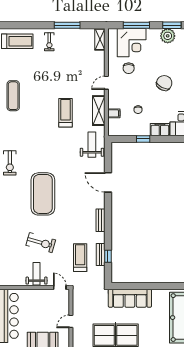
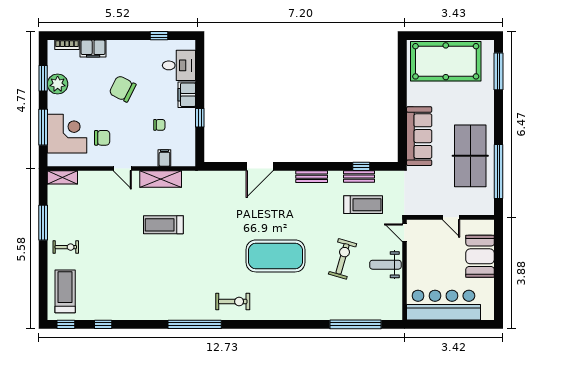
exercise mat: (13, 96) -> (140, 297), removed
weight bench: (92, 145) -> (207, 188), removed
treadmill: (80, 258) -> (363, 205), turned 180
door: (60, 288) -> (404, 233), hinge flipped

